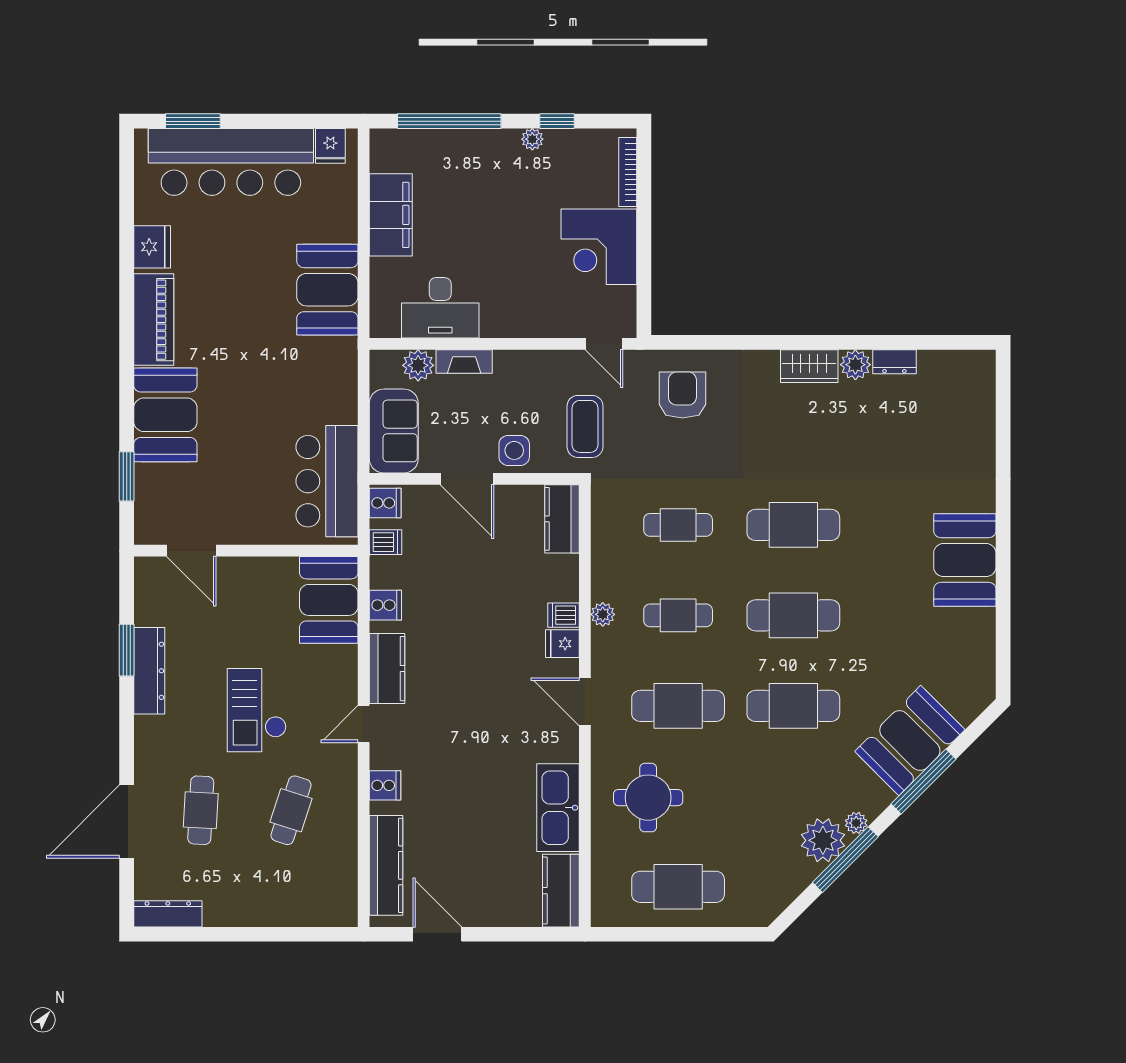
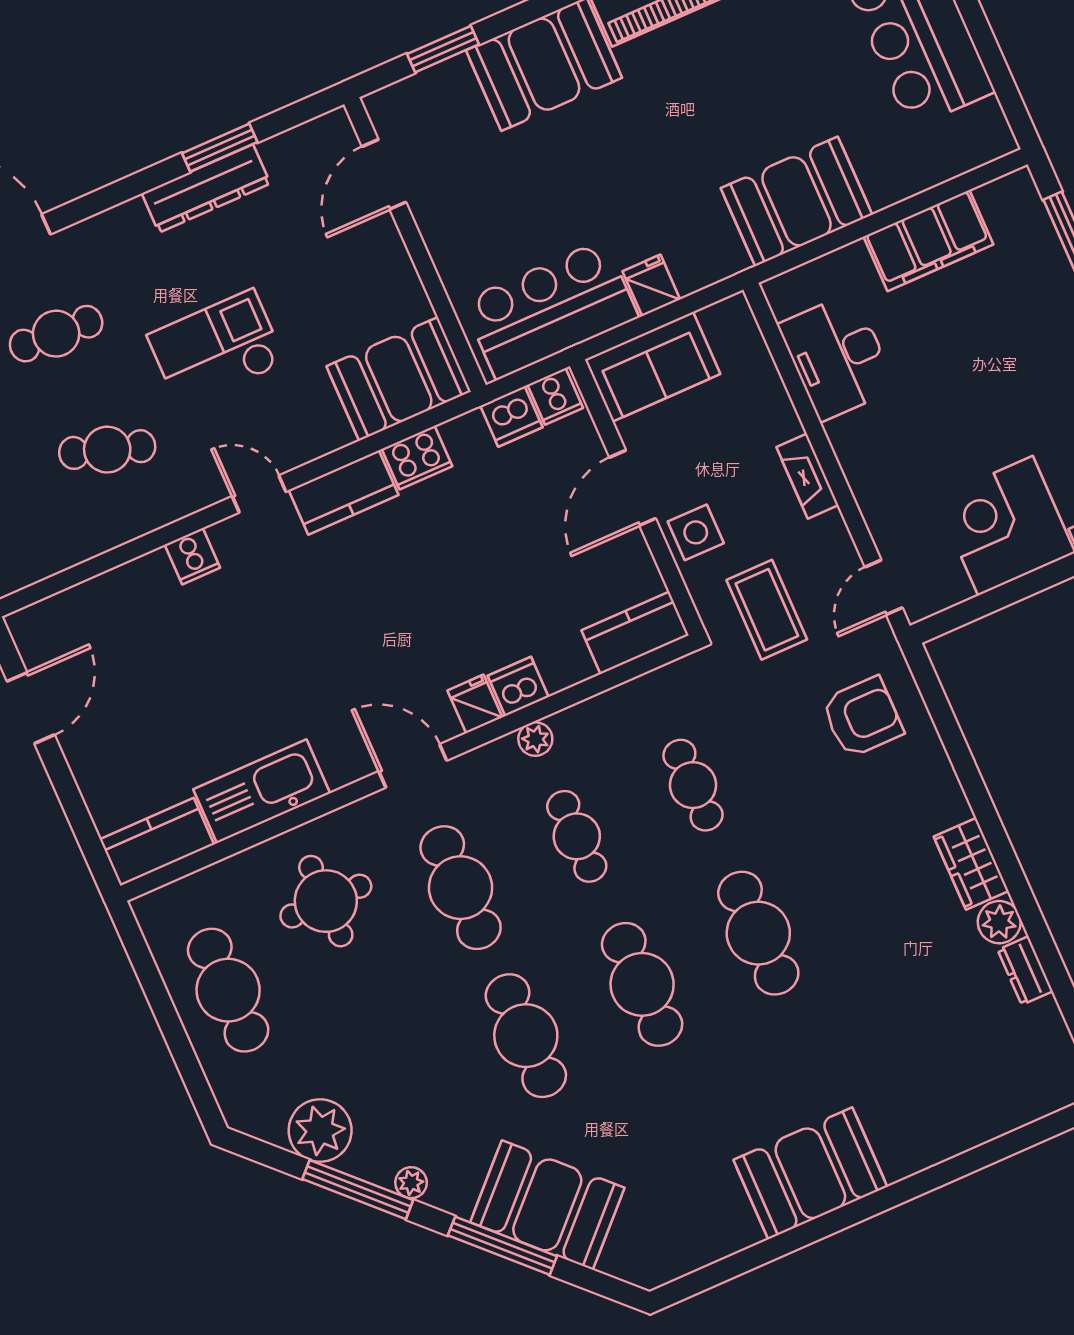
fridge: (330, 146) -> (651, 285), moved, turned 90
fireplace: (464, 361) -> (807, 476), moved
plant: (418, 365) -> (751, 361), removed
coffee table: (585, 426) -> (767, 610), turned 90
dishwasher: (386, 542) -> (511, 416), width x1.38
cooker: (385, 605) -> (417, 458), width x1.36
dishwasher: (563, 615) -> (518, 686), width x1.38
door: (585, 702) -> (413, 766), hinge flipped
plant: (823, 840) -> (320, 1131), moved
kitchen counter: (386, 865) -> (90, 603), removed

